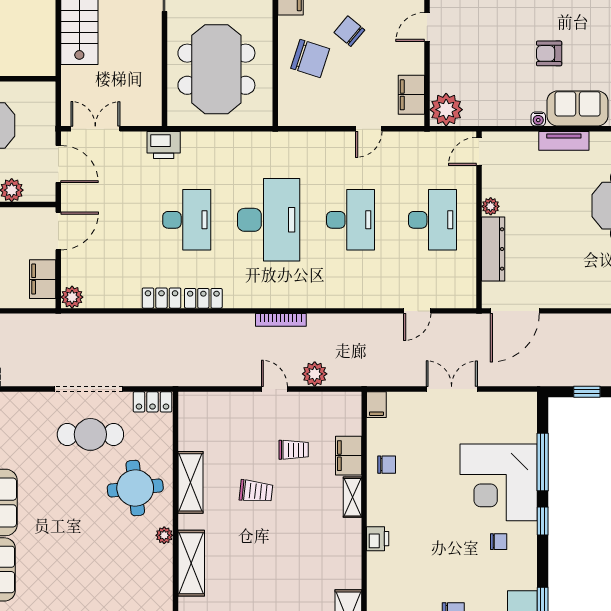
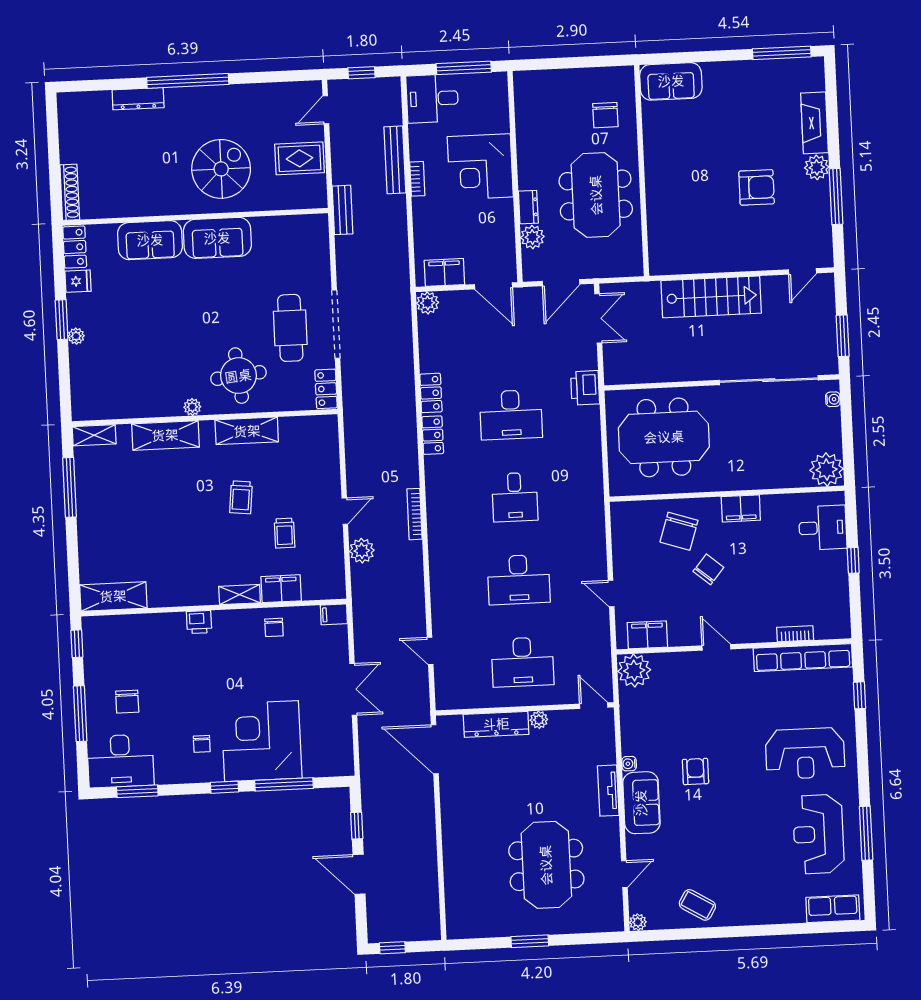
desk: (269, 220) -> (515, 497), width x0.53, depth x0.77

